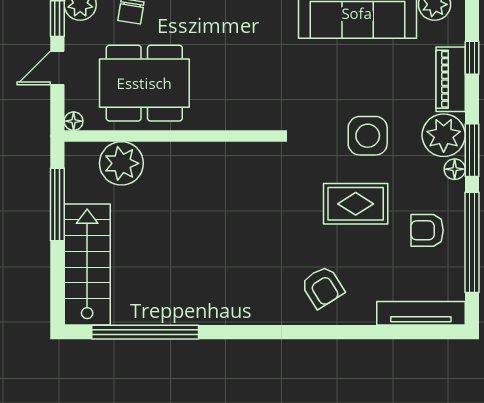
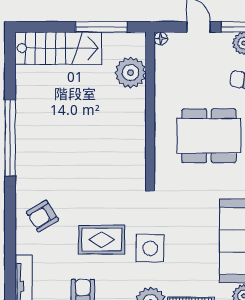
dining table: (144, 83) -> (209, 136), moved, turned 90
rug: (356, 204) -> (102, 240), turned 90
window: (145, 332) -> (10, 138), moved

